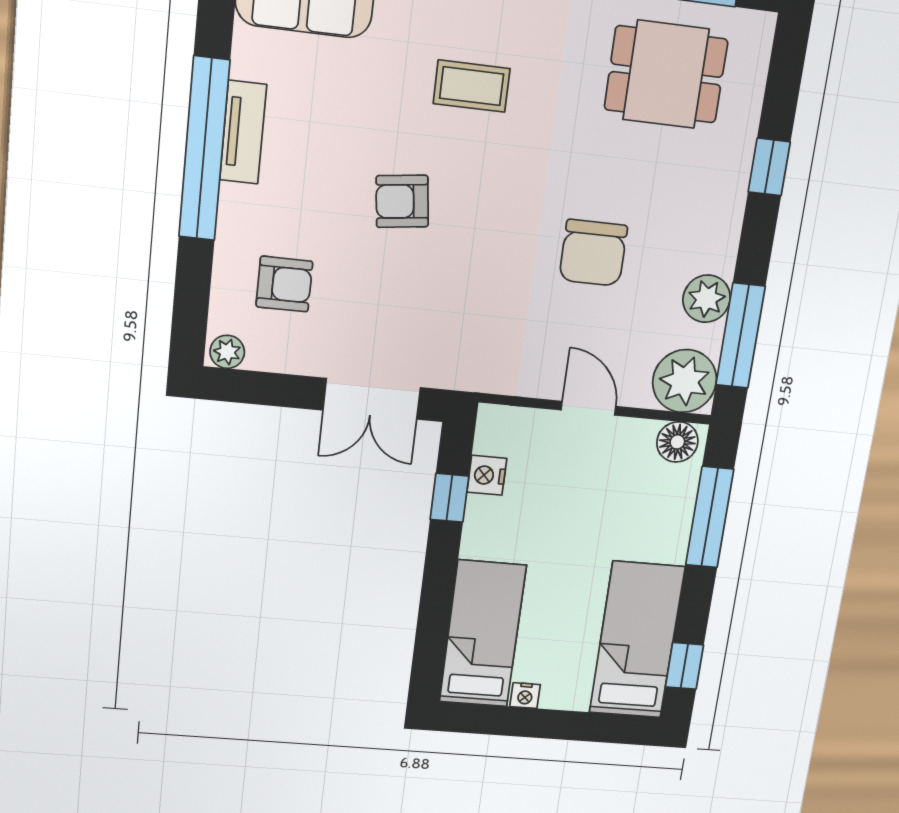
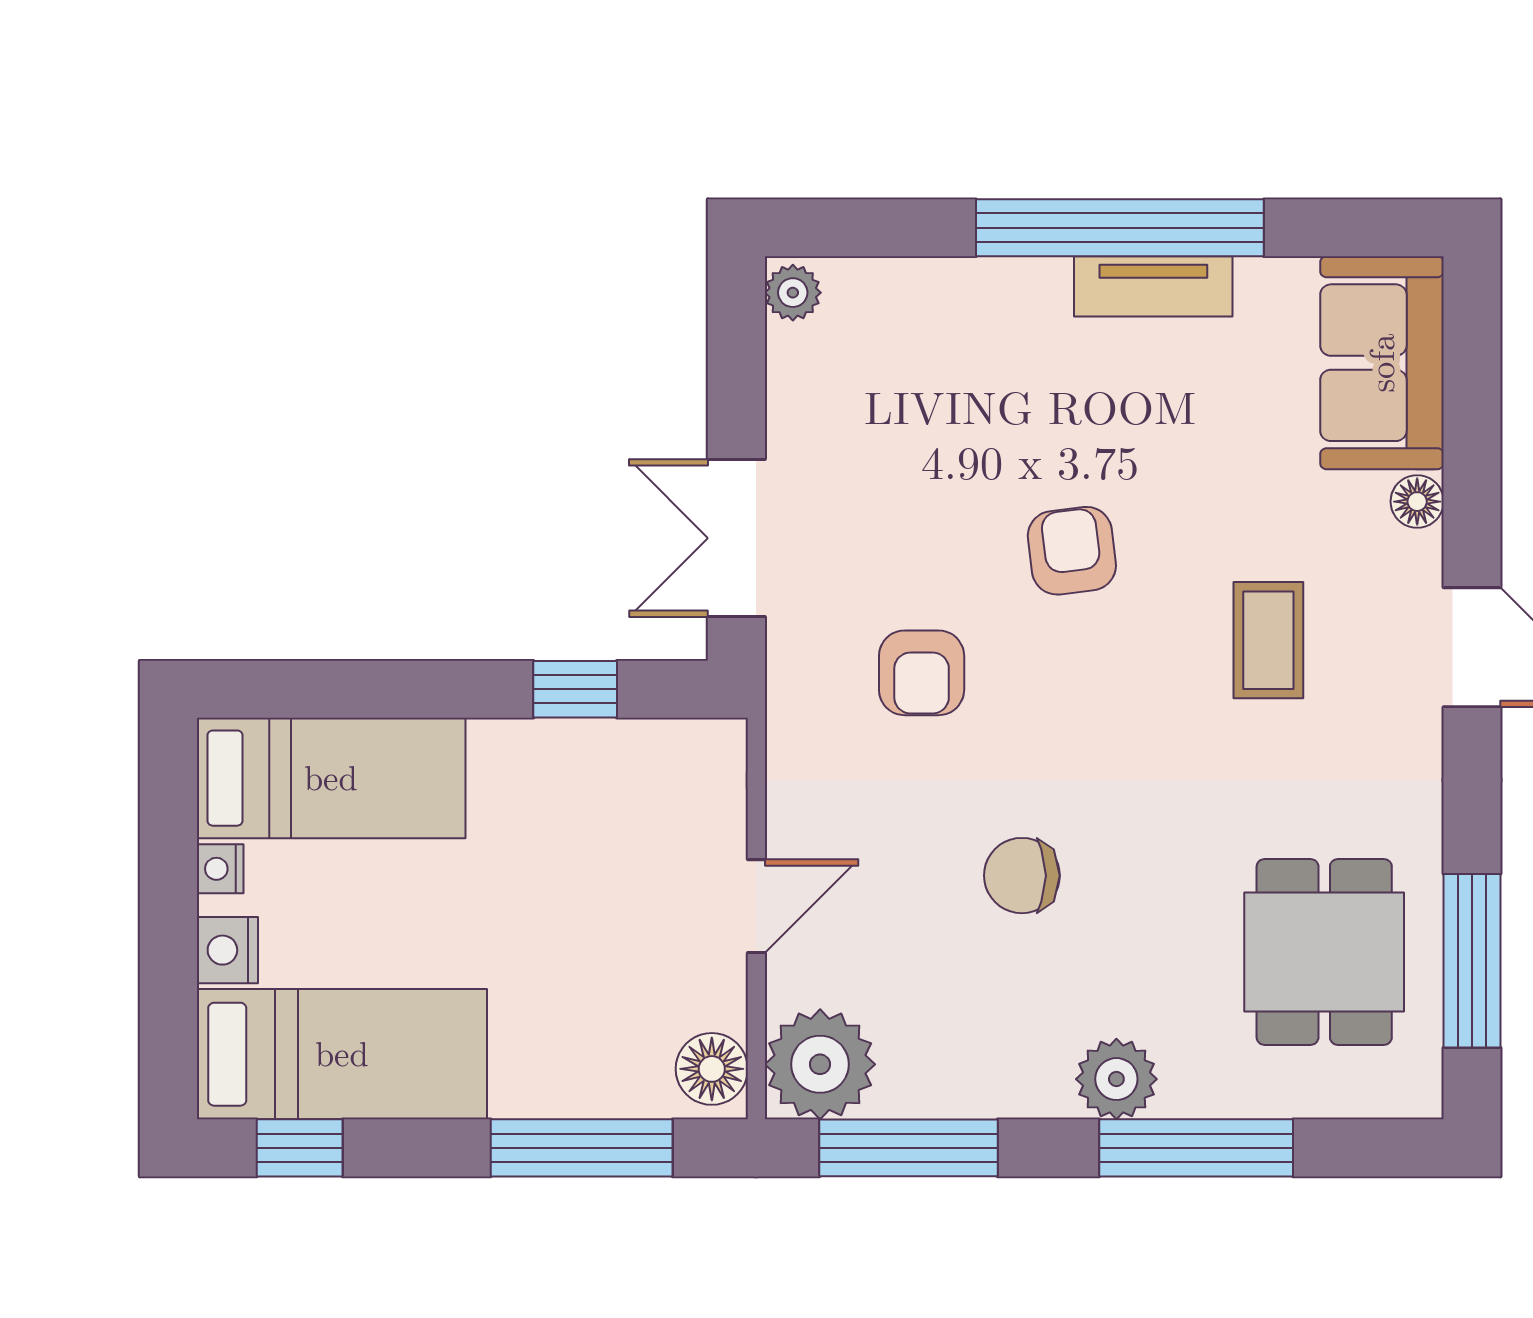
window: (769, 167) -> (1196, 1148), width x2.17
chair: (593, 253) -> (1022, 876), width x0.73, depth x0.73
armchair: (284, 284) -> (922, 673), moved
plant: (707, 299) -> (1116, 1079), moved
nightstand: (487, 475) -> (227, 950), moved, turned -90

